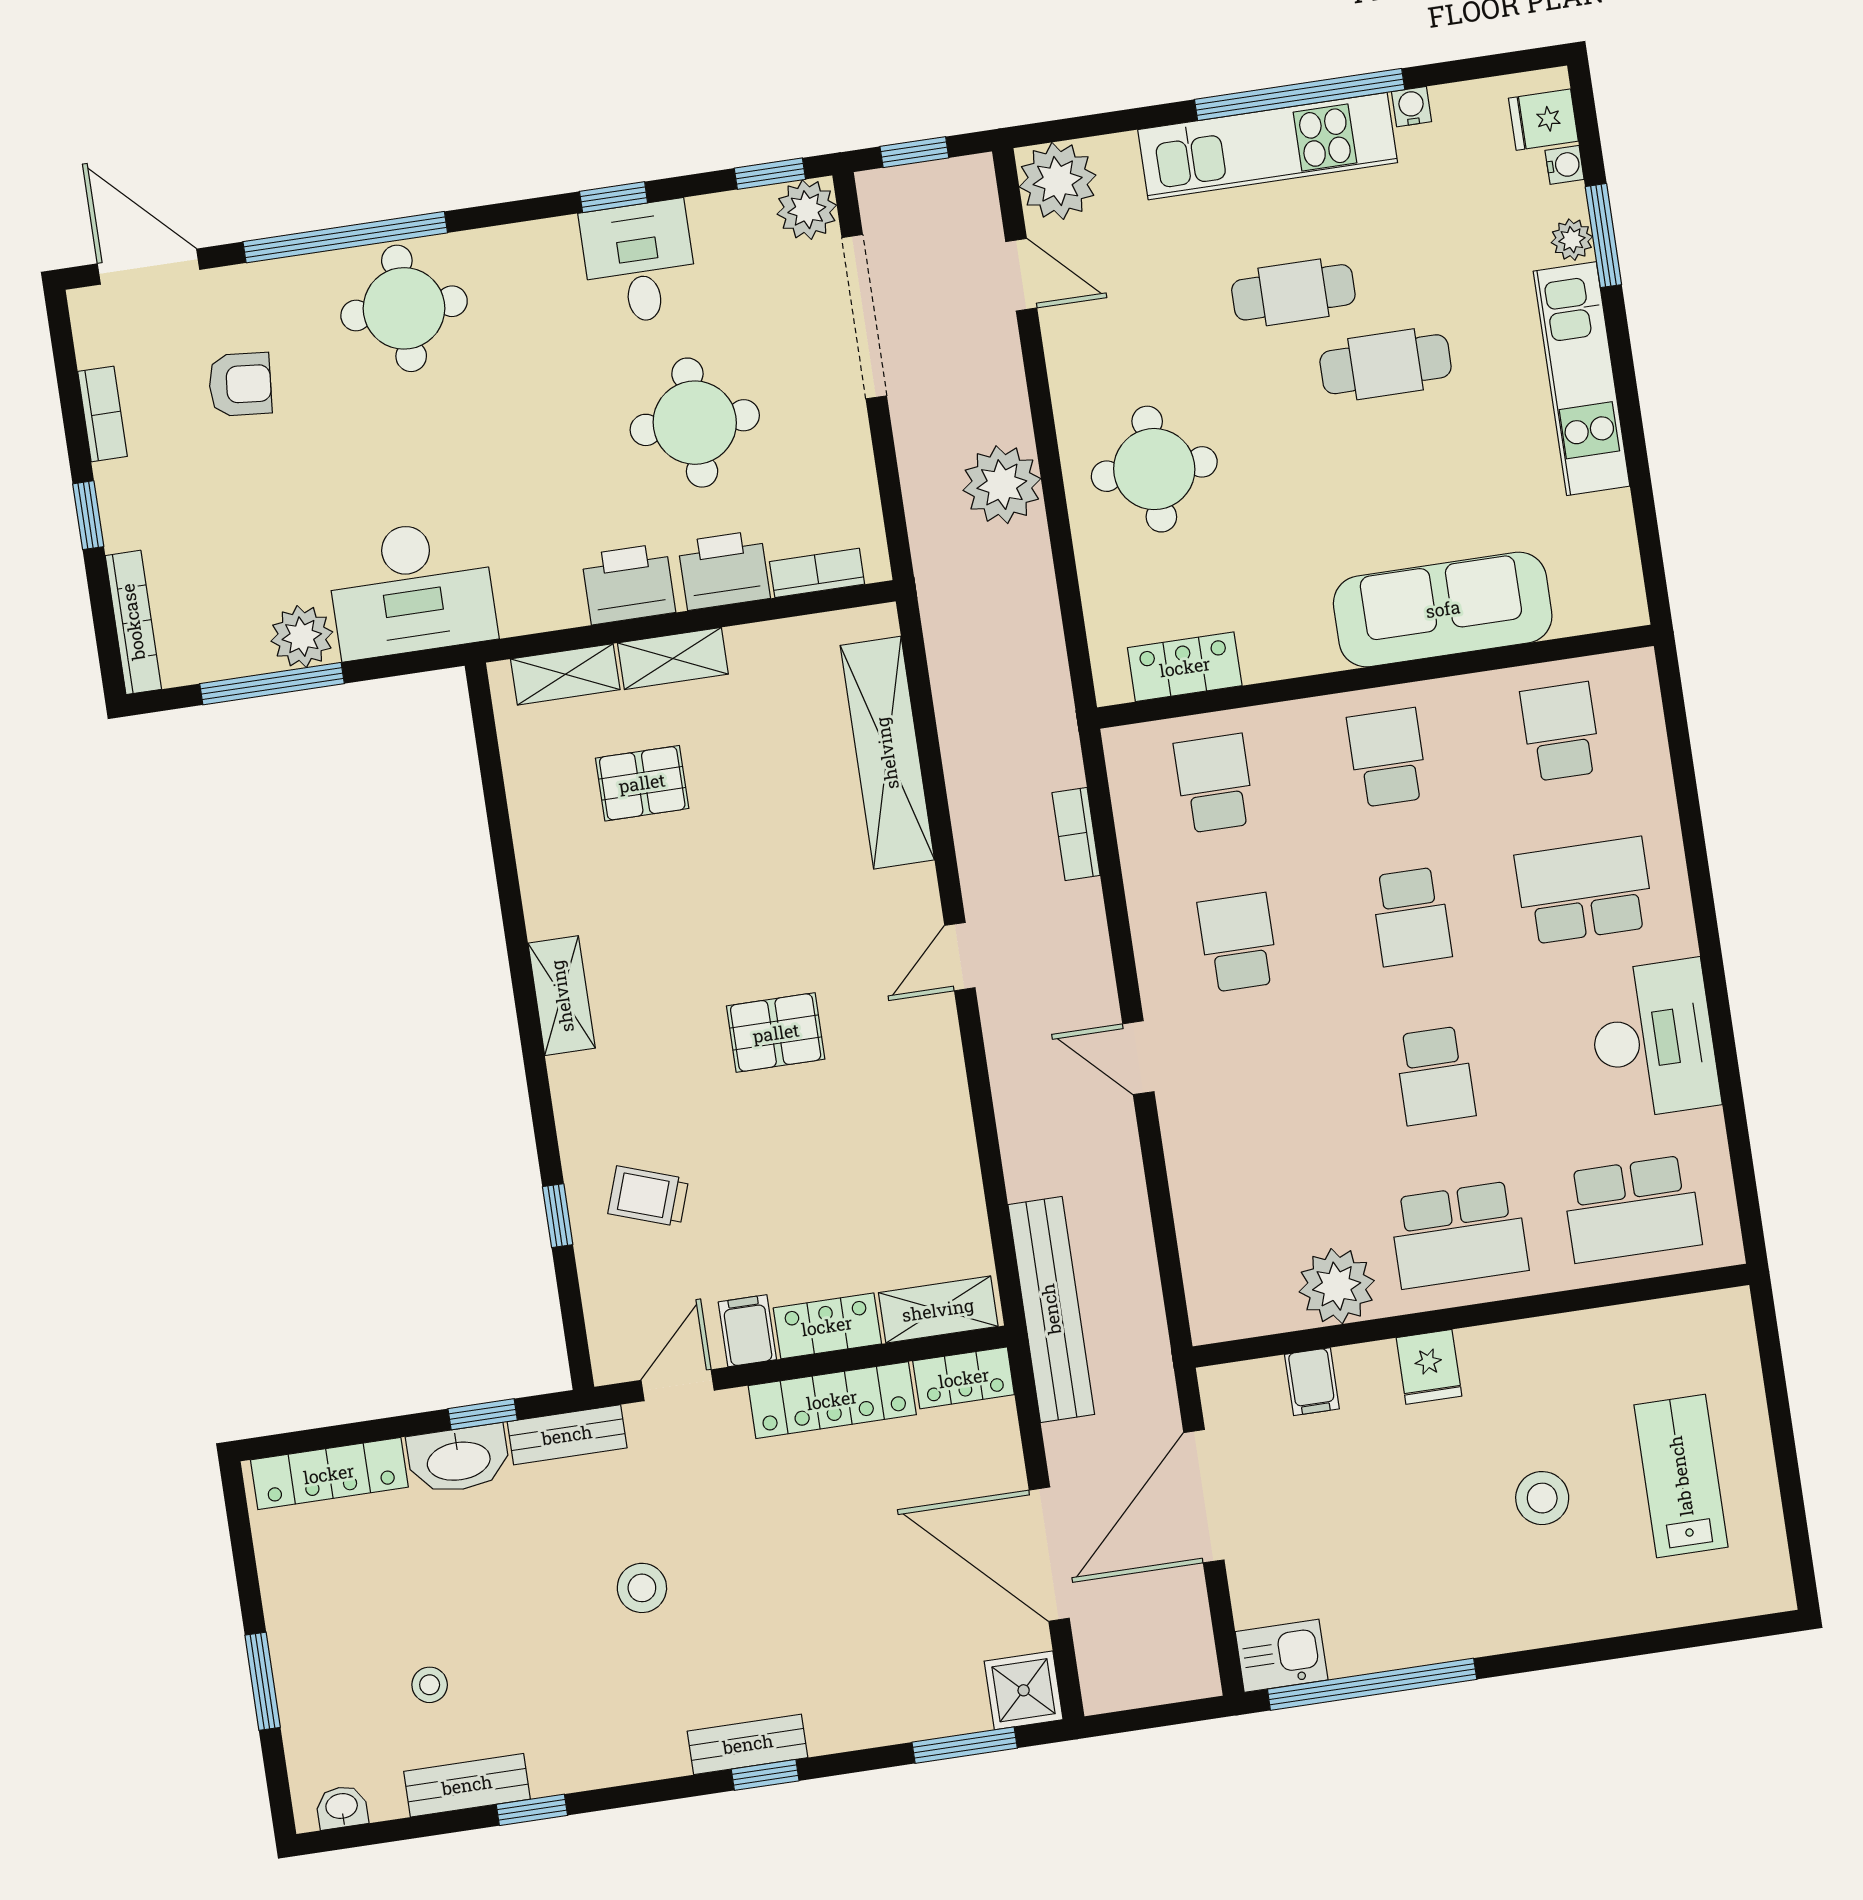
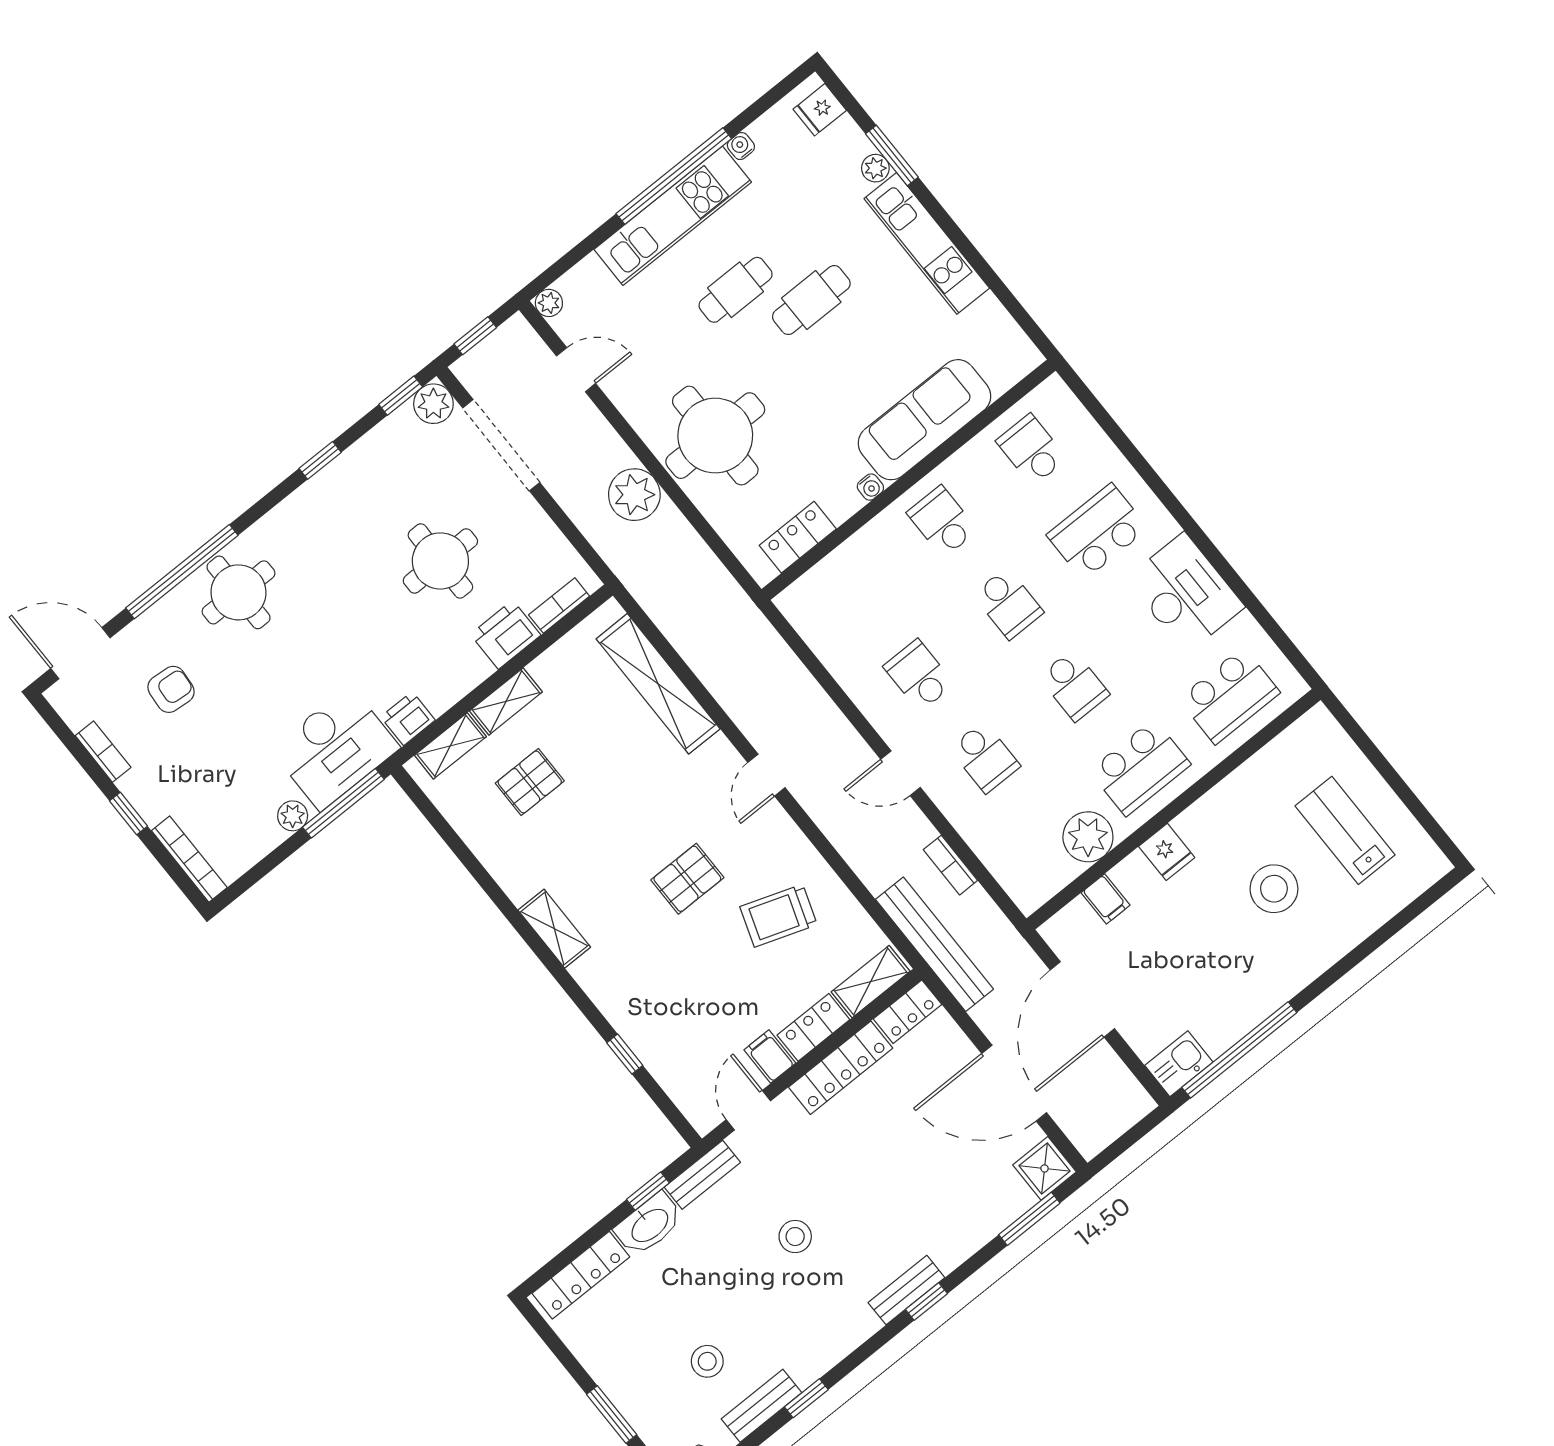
water cooler: (1565, 165) -> (870, 487), moved, turned 90
plant: (1058, 181) -> (549, 303), width x0.53, depth x0.53
desk: (639, 263) -> (356, 489), removed
round table: (1154, 469) -> (715, 436), width x1.36, depth x1.36
printer: (628, 584) -> (408, 718), moved, width x0.73, depth x0.81
plant: (302, 637) -> (293, 816), width x0.73, depth x0.73
window: (272, 684) -> (343, 803), moved
school desk: (1214, 783) -> (985, 757), moved, turned 180
bookcase: (1076, 834) -> (950, 865), moved
trolley: (648, 1196) -> (778, 916), moved, width x1.36, depth x1.39
stool: (1542, 1498) -> (1274, 889), width x1.38, depth x1.38
stool: (430, 1685) -> (707, 1361), width x1.37, depth x1.37

